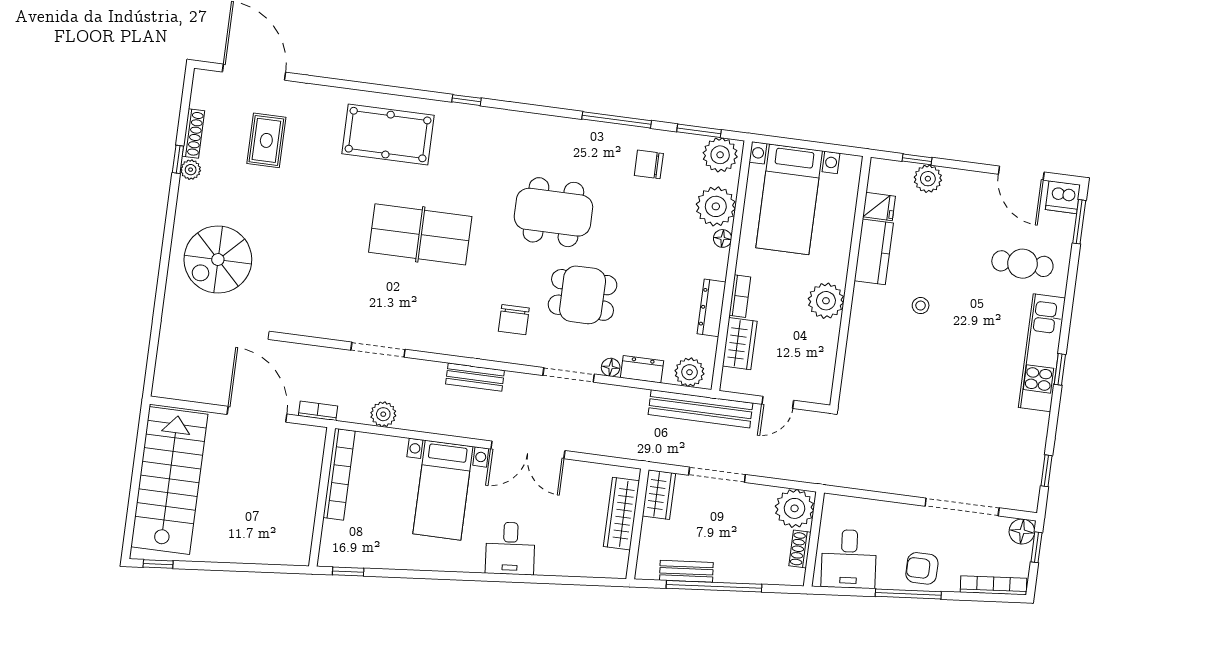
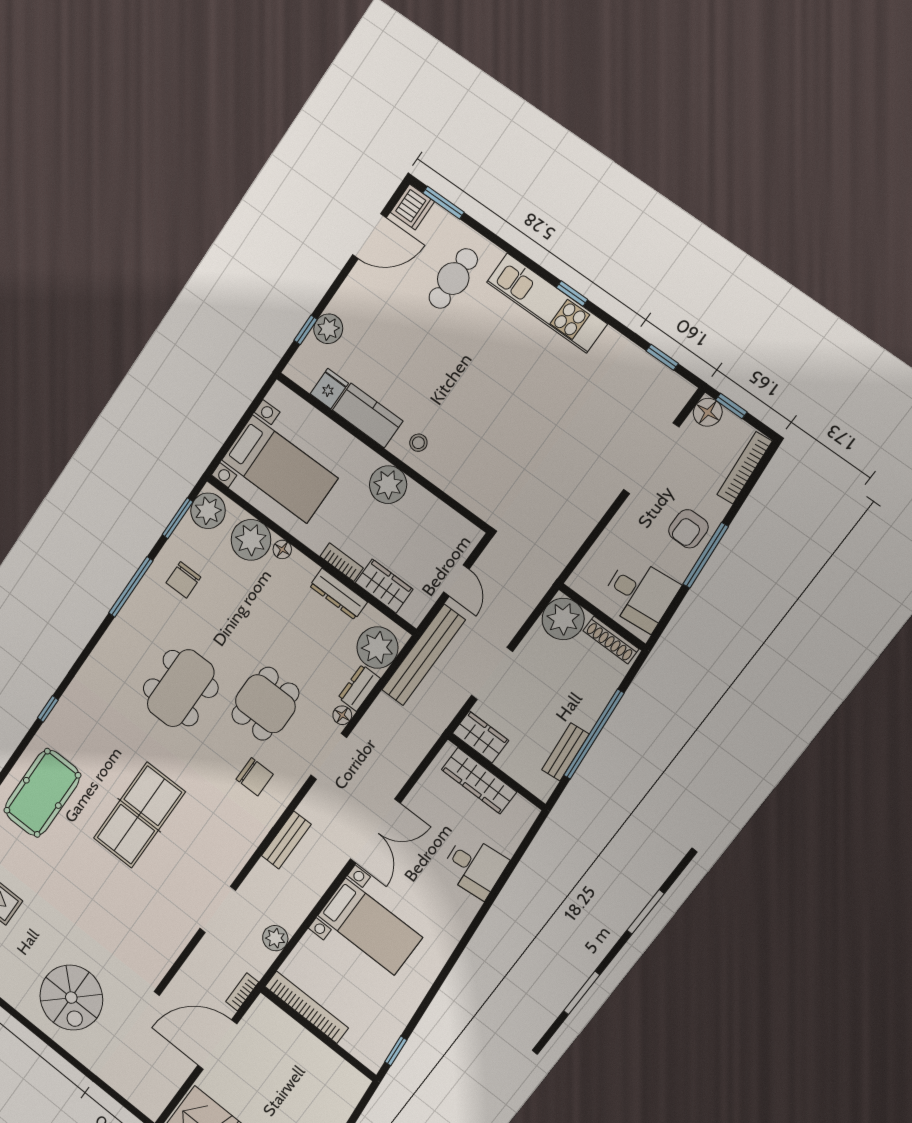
stool: (921, 306) -> (418, 443), moved
plant: (690, 372) -> (377, 648), width x1.36, depth x1.36
desk: (510, 548) -> (474, 867), moved
shoe rack: (800, 549) -> (611, 640), width x1.43

